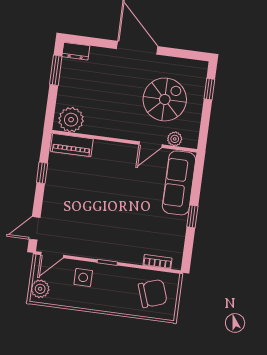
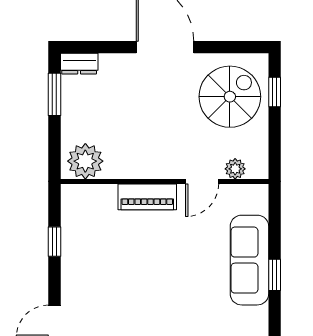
spiral stairs: (165, 99) -> (230, 97), moved
piano: (72, 145) -> (147, 197), moved
sofa: (179, 183) -> (249, 260), moved

